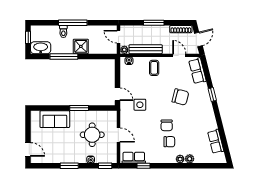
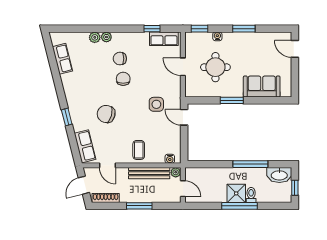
shower: (81, 46) -> (236, 193), moved

